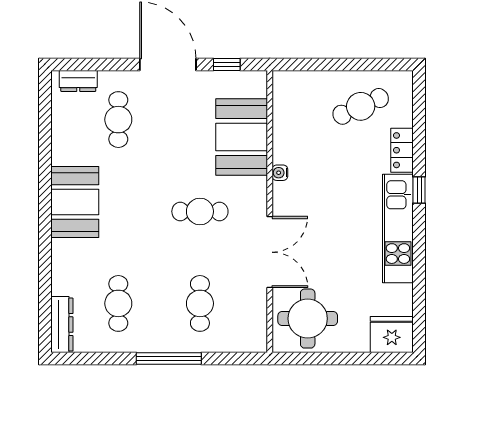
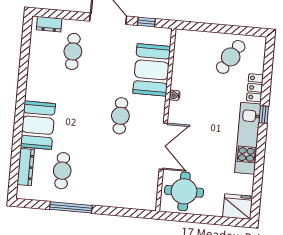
cafe table: (361, 106) -> (231, 57), turned -34
booth: (75, 202) -> (38, 125), moved
cafe table: (200, 211) -> (120, 116), turned 90
cafe table: (200, 303) -> (115, 175), removed
dresser: (62, 325) -> (26, 167), moved
window: (169, 359) -> (71, 207), moved

